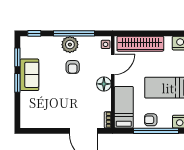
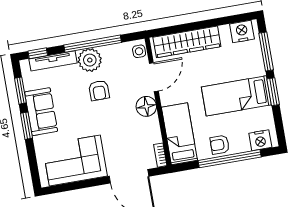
tv unit: (44, 41) -> (53, 61), added
corner sofa: (47, 113) -> (75, 160), added

